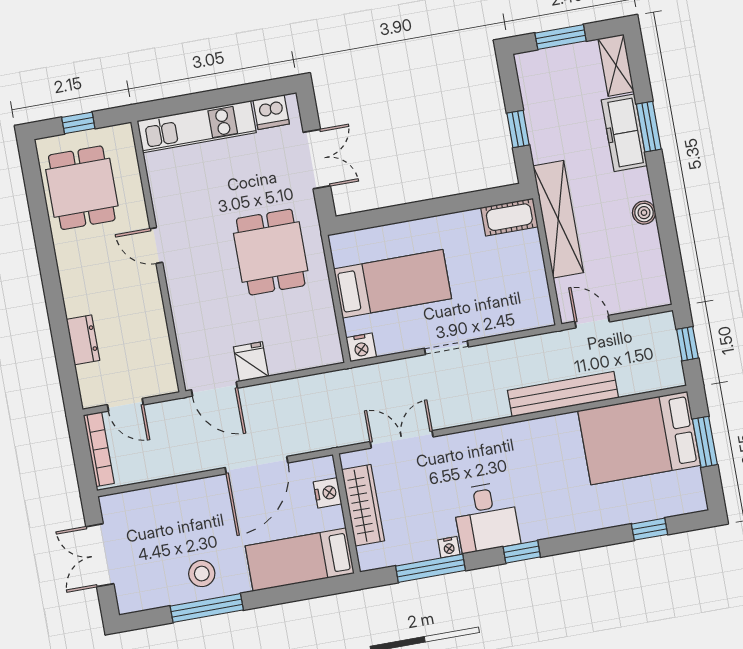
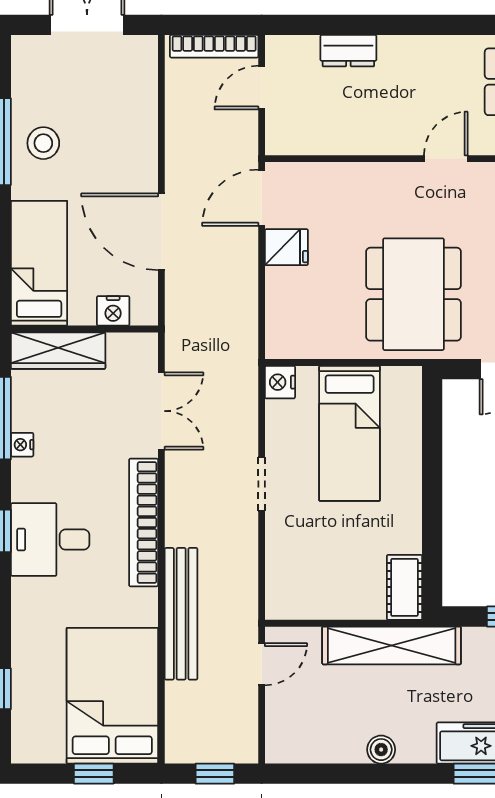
dining table: (271, 252) -> (414, 294), width x1.38
bookcase: (494, 438) -> (144, 523), added
window: (705, 442) -> (94, 774), width x0.67
wardrobe: (363, 505) -> (58, 351), moved
desk: (486, 517) -> (50, 540), moved

